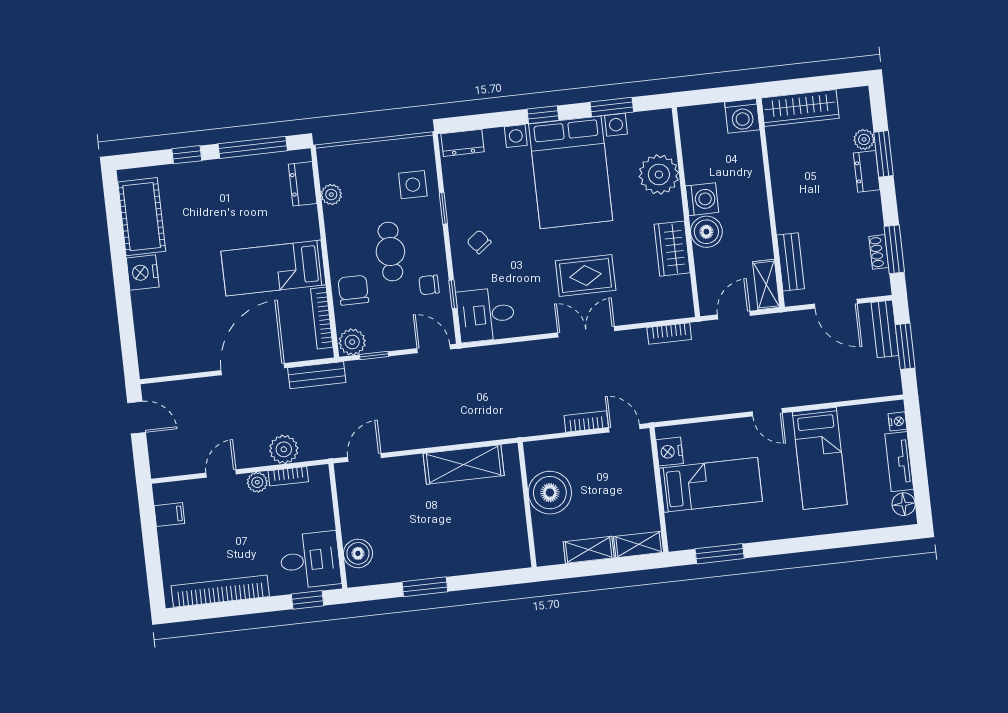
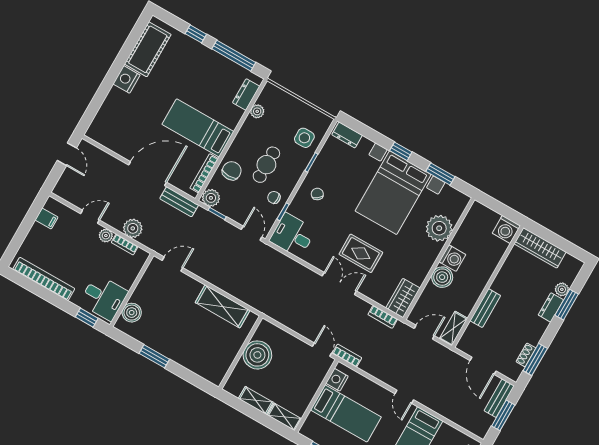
wardrobe: (672, 249) -> (403, 298), moved
bench: (791, 262) -> (485, 308), moved
bookcase: (586, 421) -> (347, 356), moved

